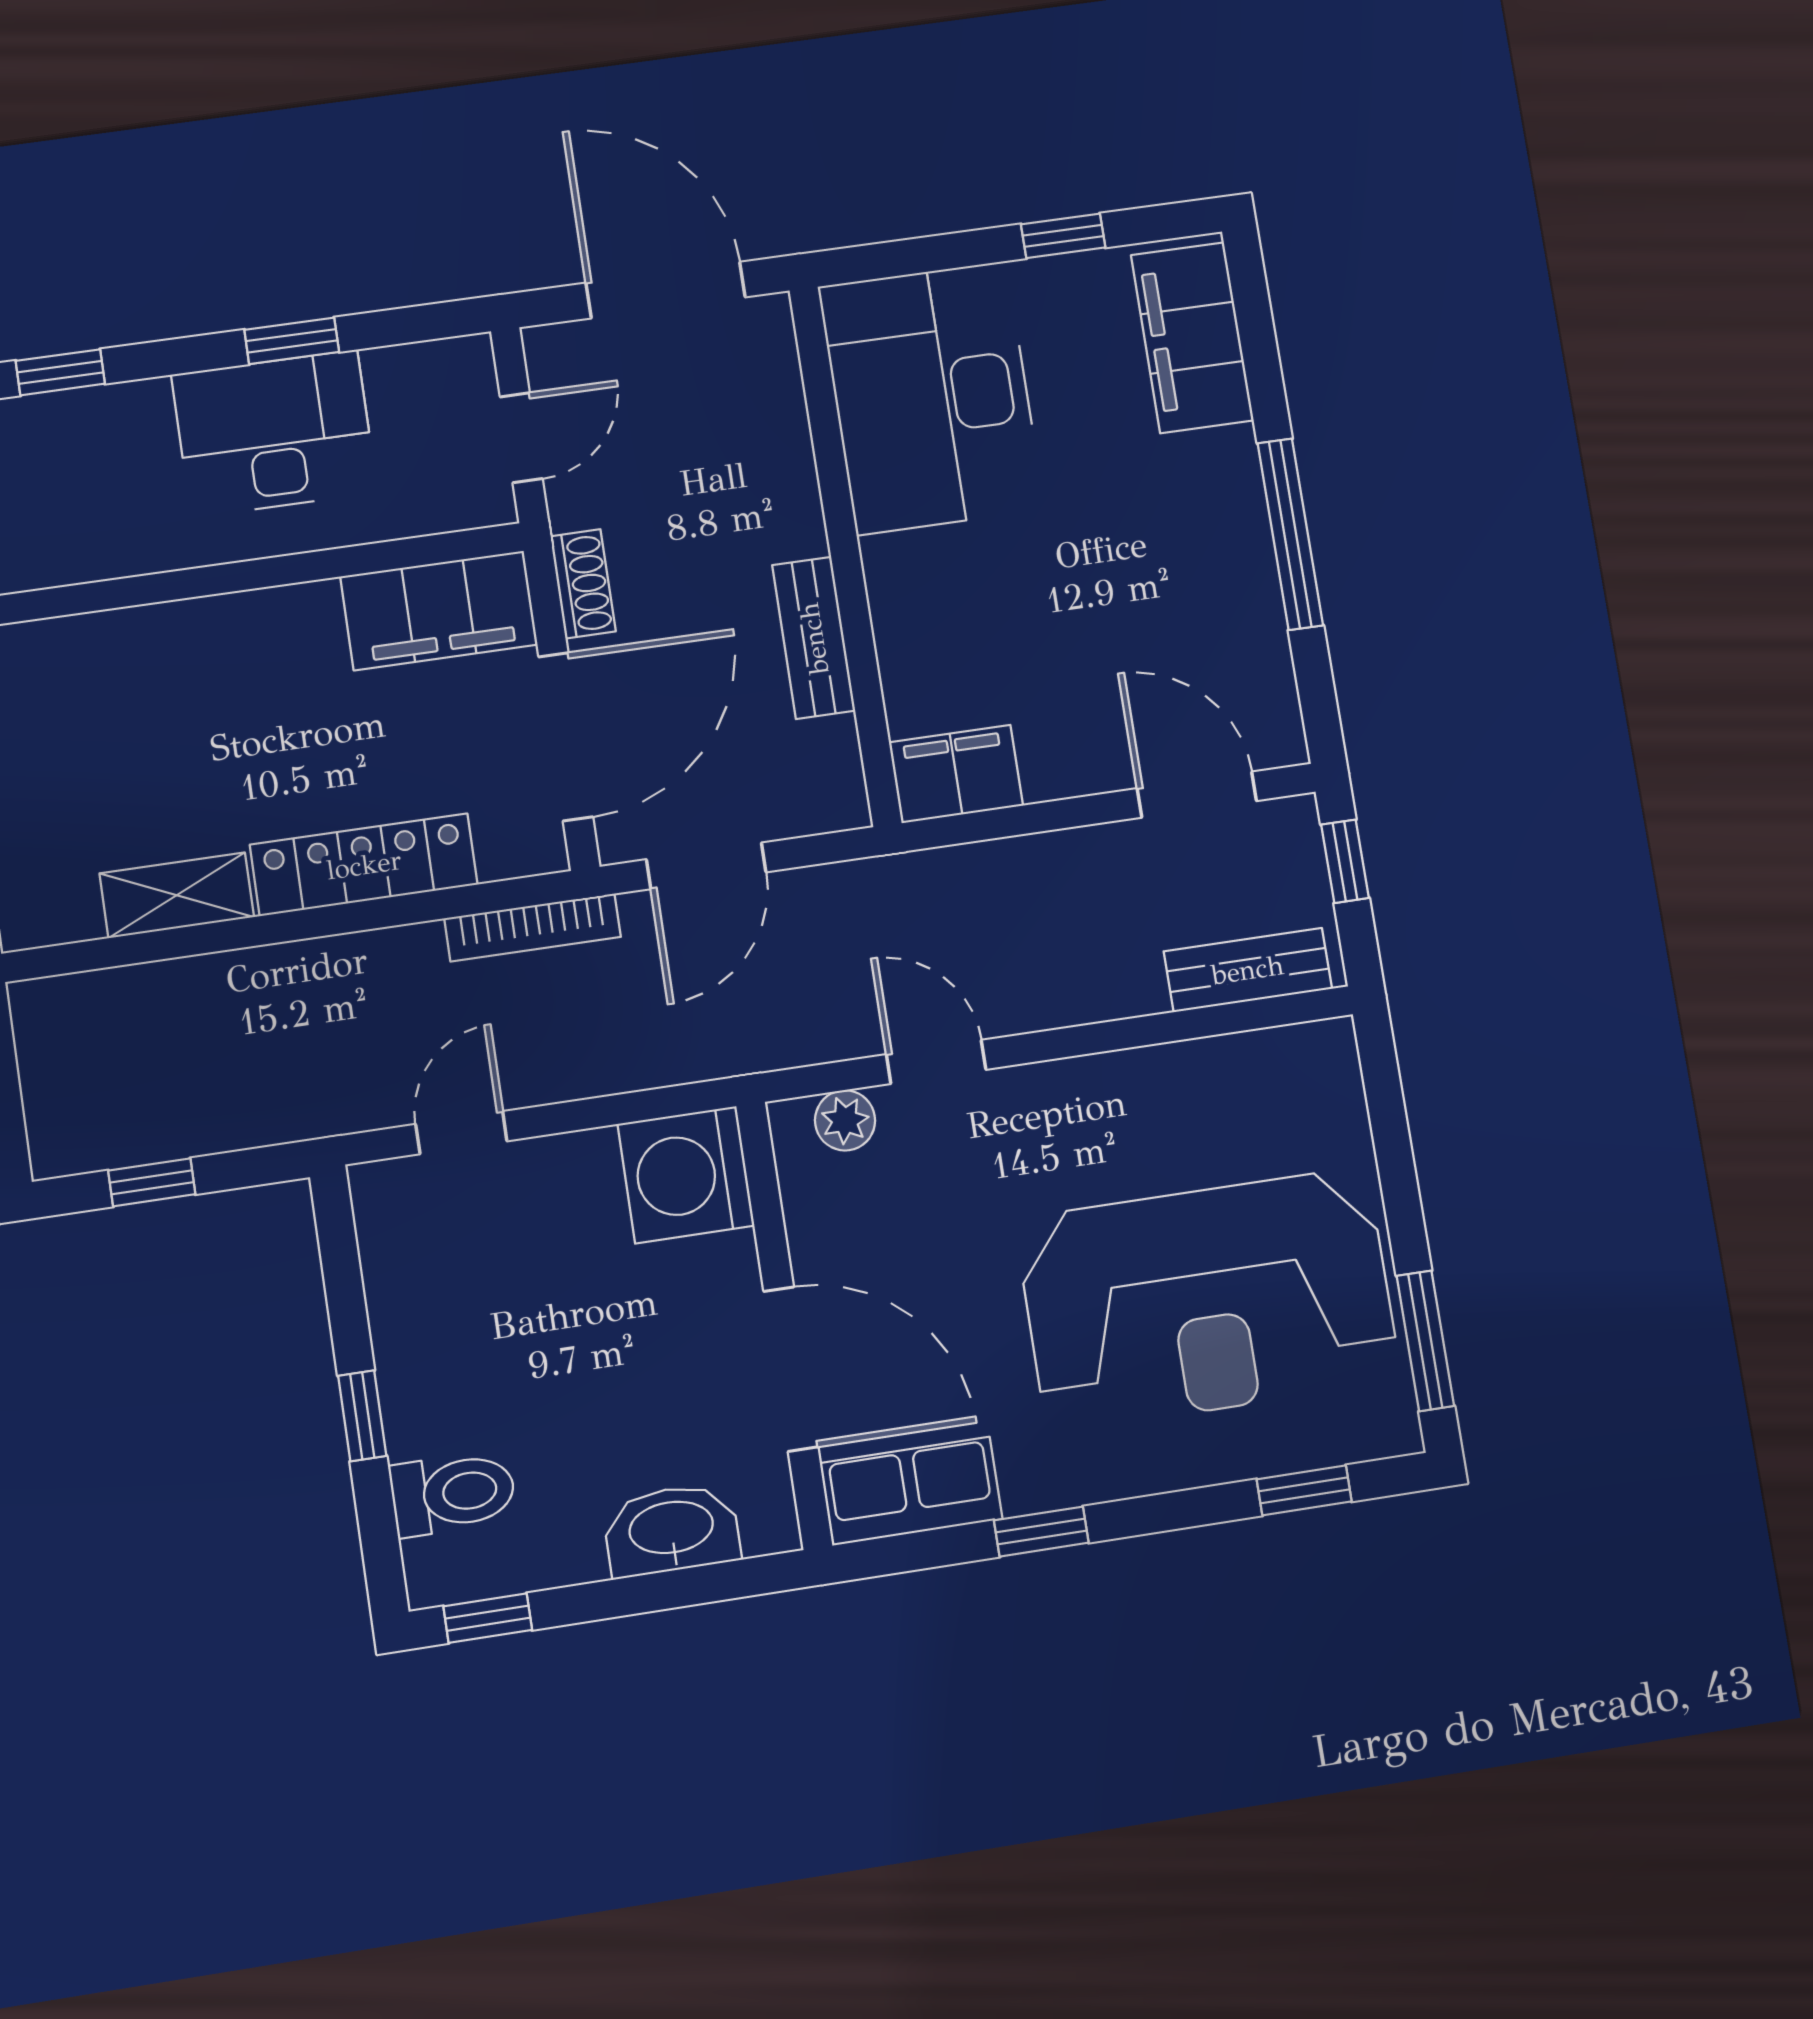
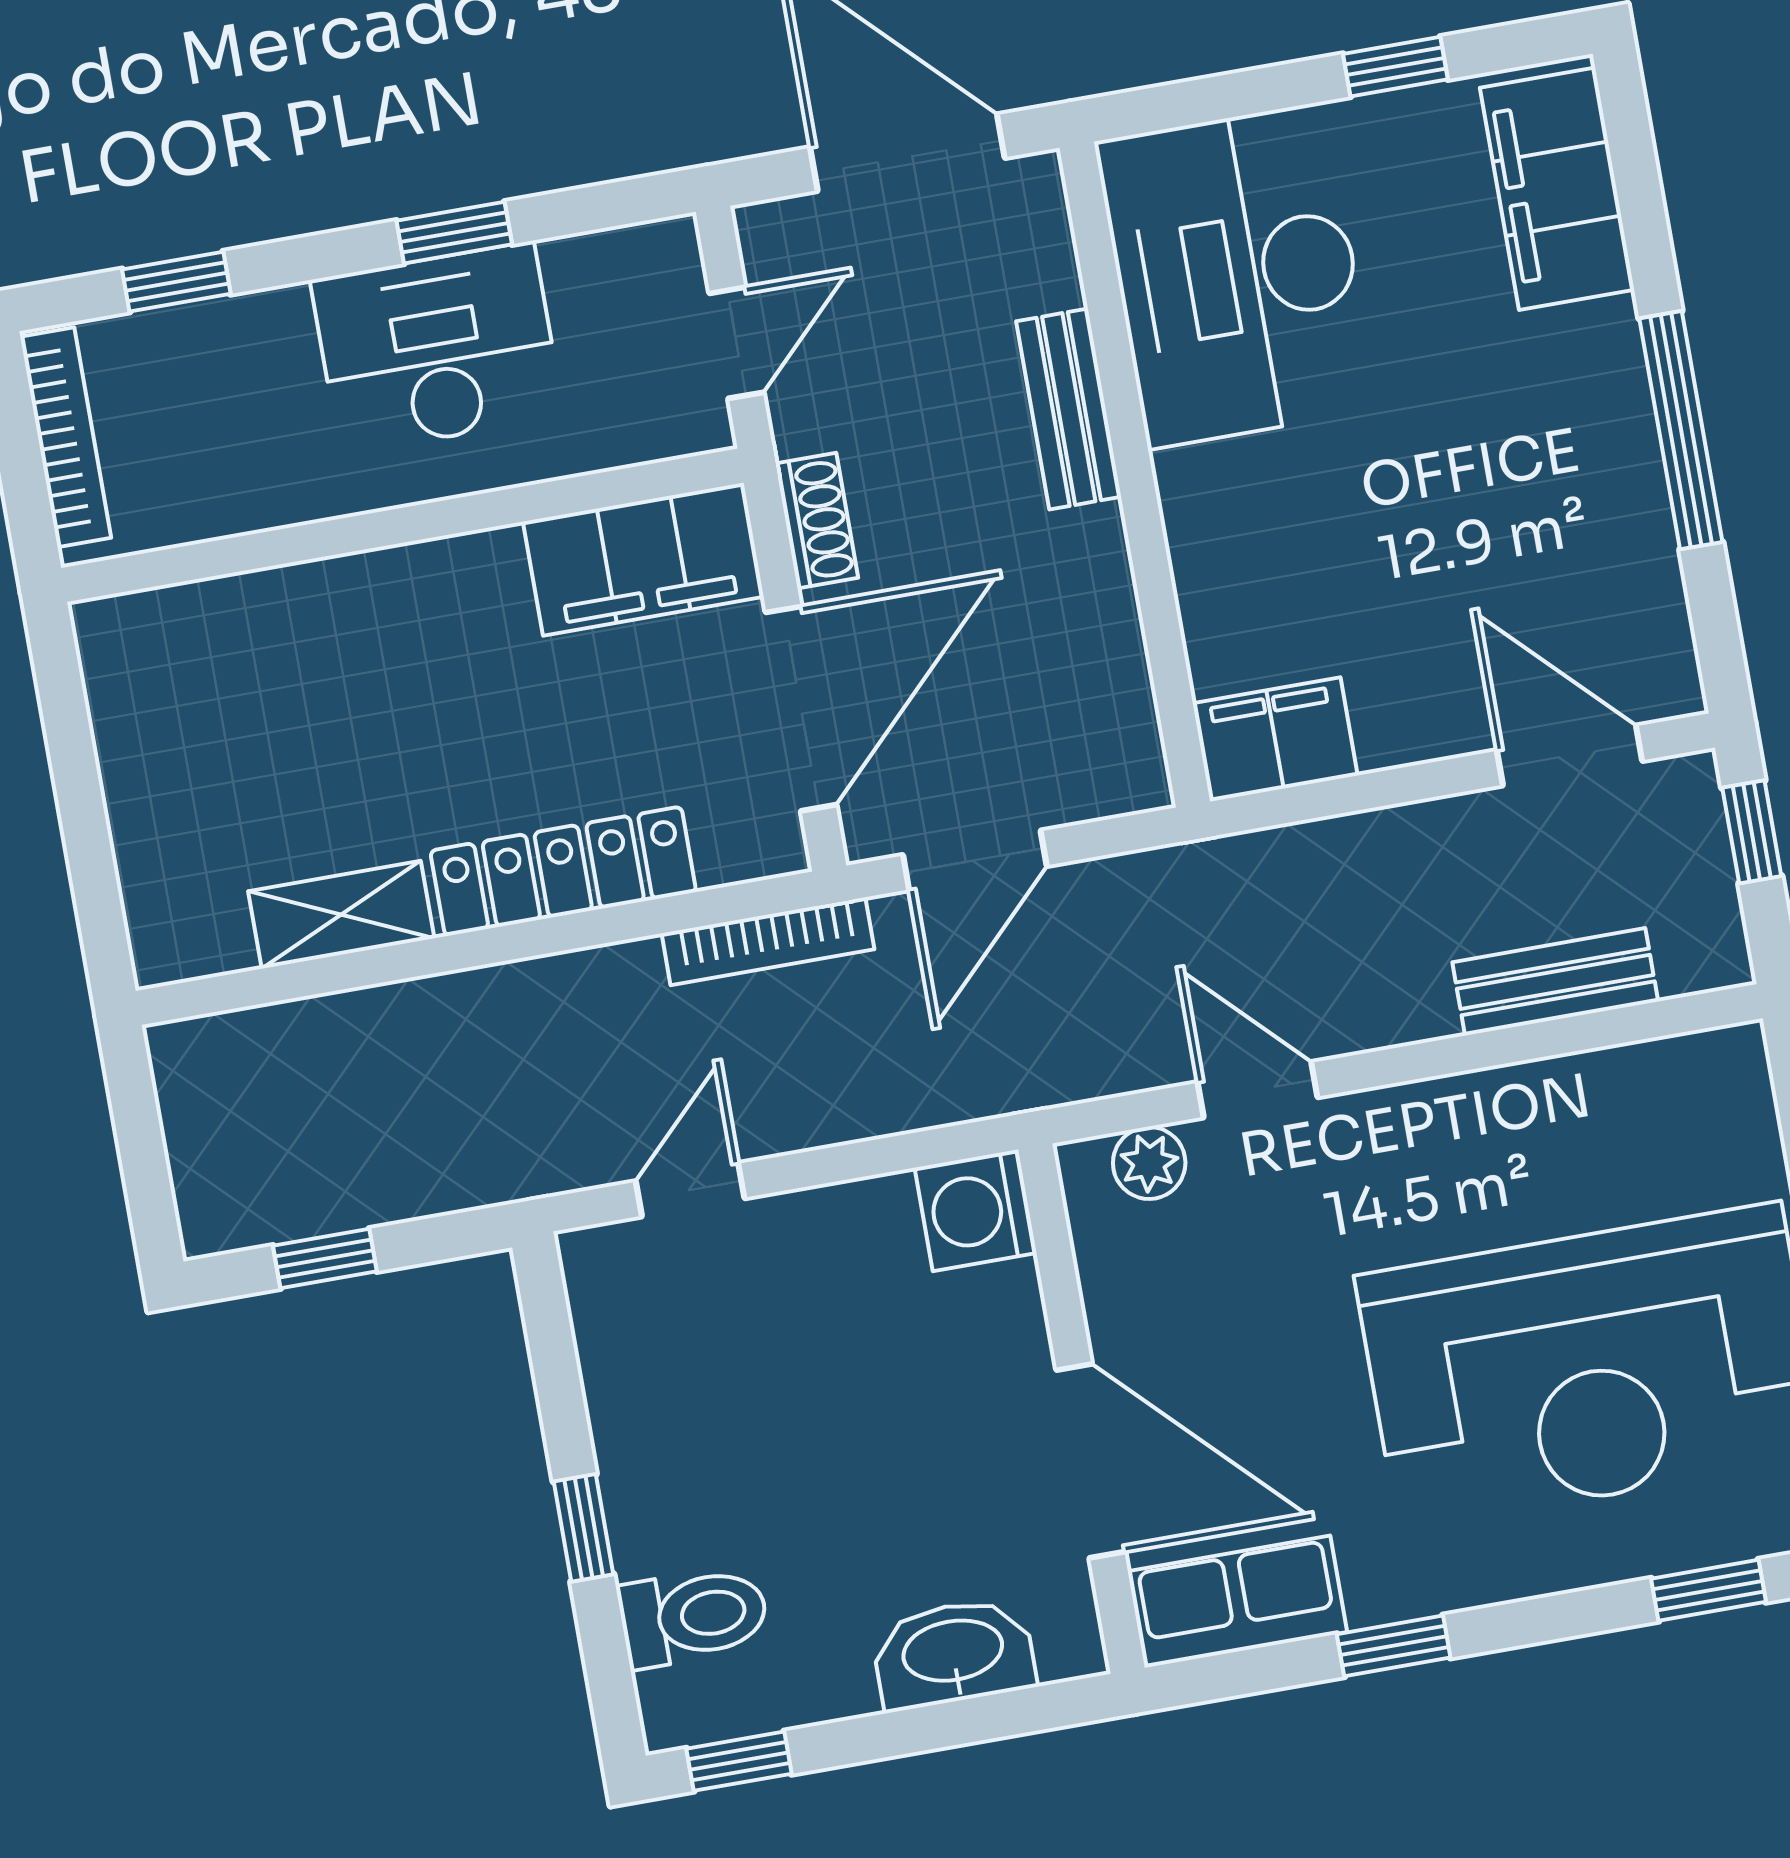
bench: (814, 638) -> (1069, 409), moved
bench: (1248, 970) -> (1555, 982), moved
washing machine: (686, 1175) -> (976, 1210), width x0.73, depth x0.73

